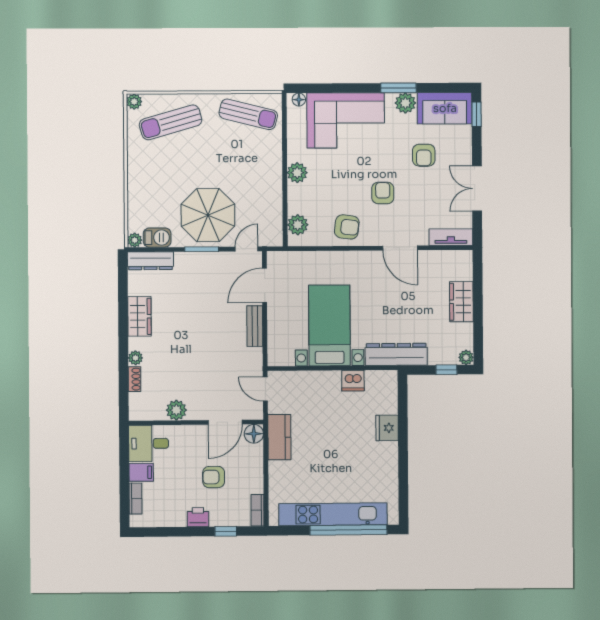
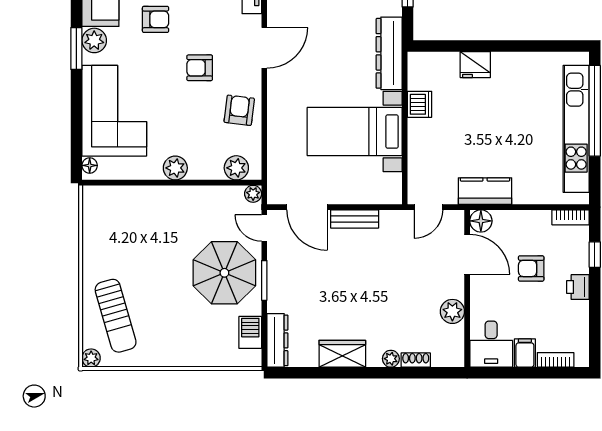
sun lounger: (248, 114) -> (107, 225), removed
plant: (135, 240) -> (253, 194), moved
armchair: (214, 477) -> (531, 268), turned 90

